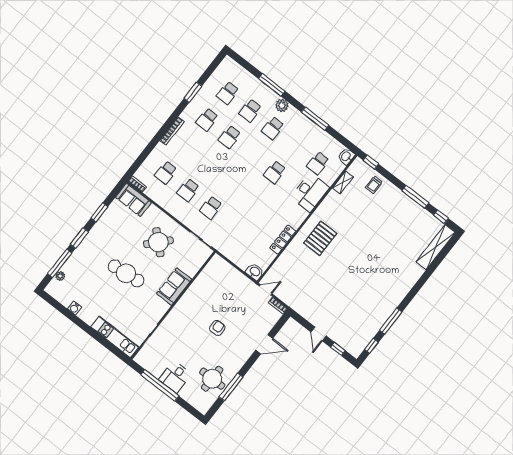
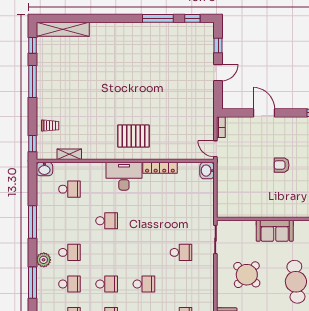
school desk: (188, 190) -> (144, 284), moved
desk: (310, 192) -> (124, 176), moved

